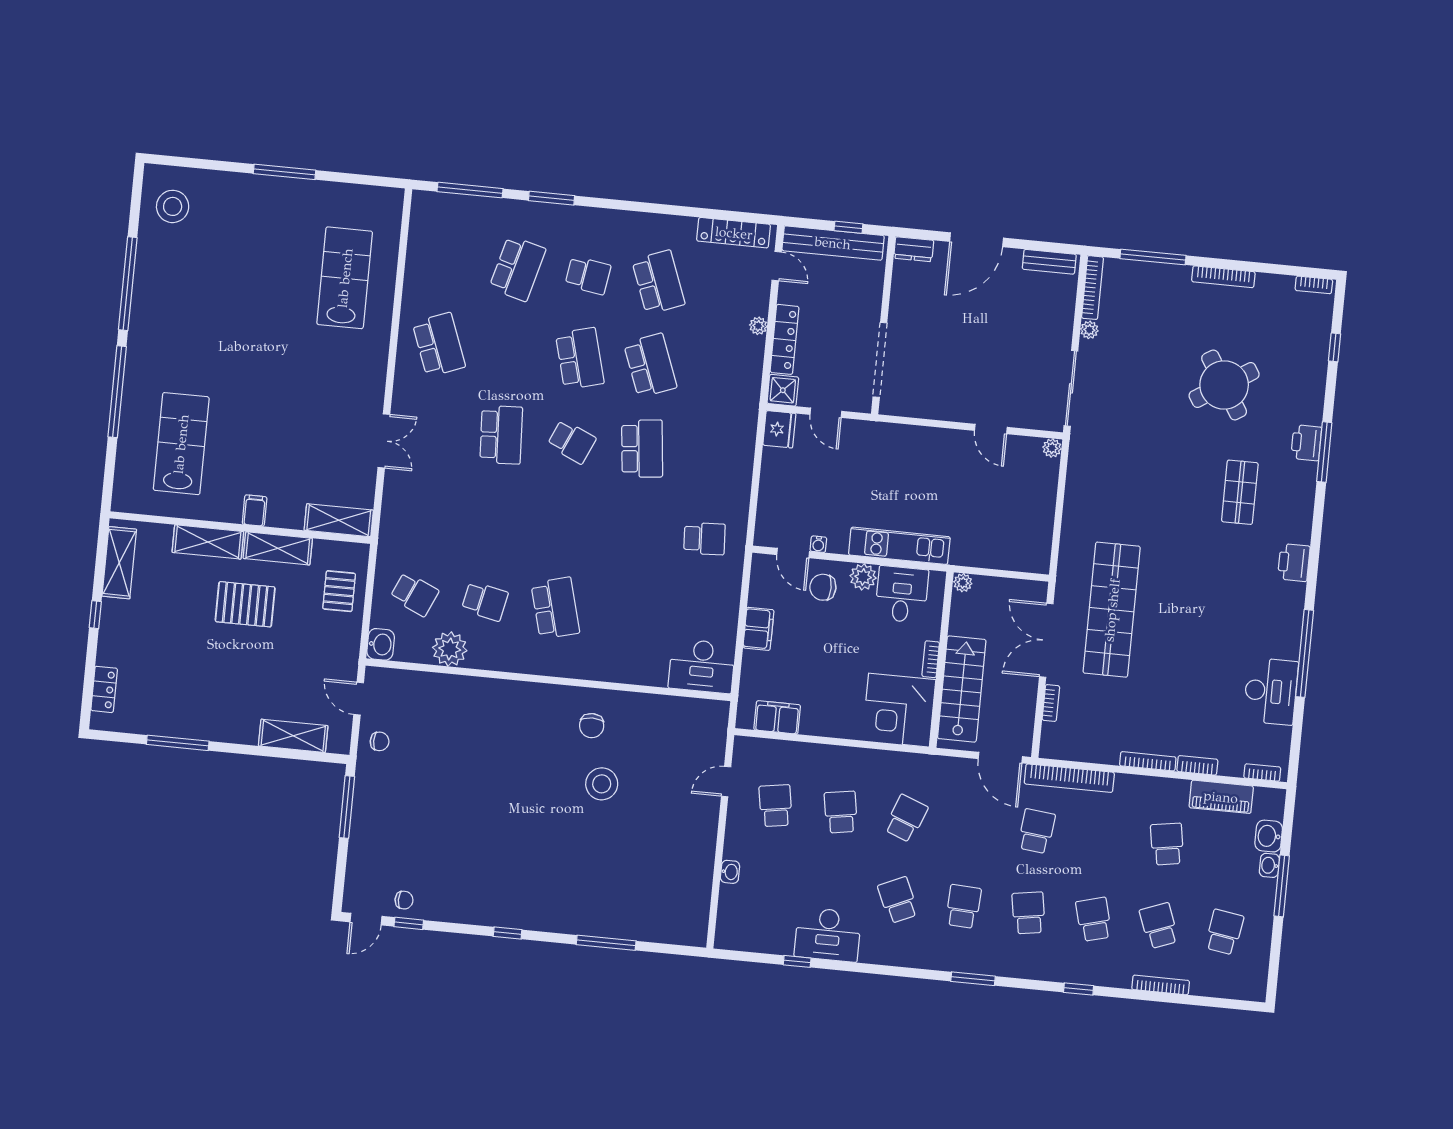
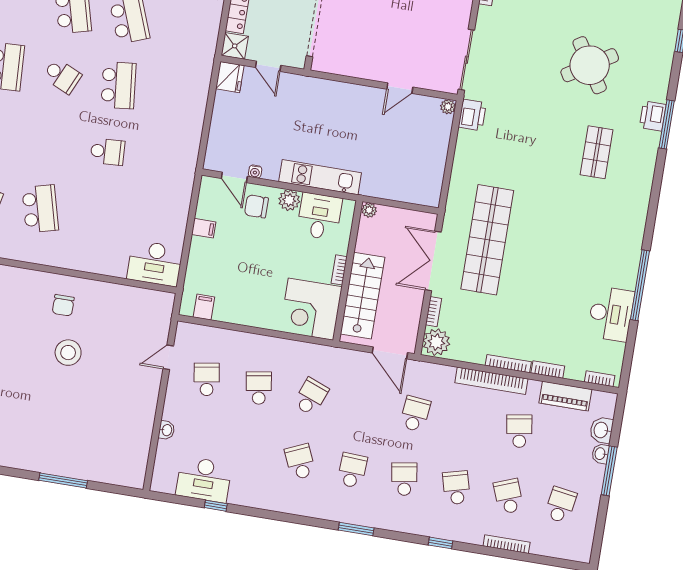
plant: (1089, 330) -> (436, 342), moved, width x1.87, depth x1.87
door: (991, 429) -> (400, 88), hinge flipped
school desk: (704, 539) -> (108, 152), moved
printer: (1294, 563) -> (472, 115), moved, turned 180
filing cabinet: (758, 629) -> (204, 228), width x0.50
filing cabinet: (777, 717) -> (204, 307), width x0.50
bookcase: (1069, 778) -> (491, 381), moved
desk: (828, 935) -> (204, 479), moved

